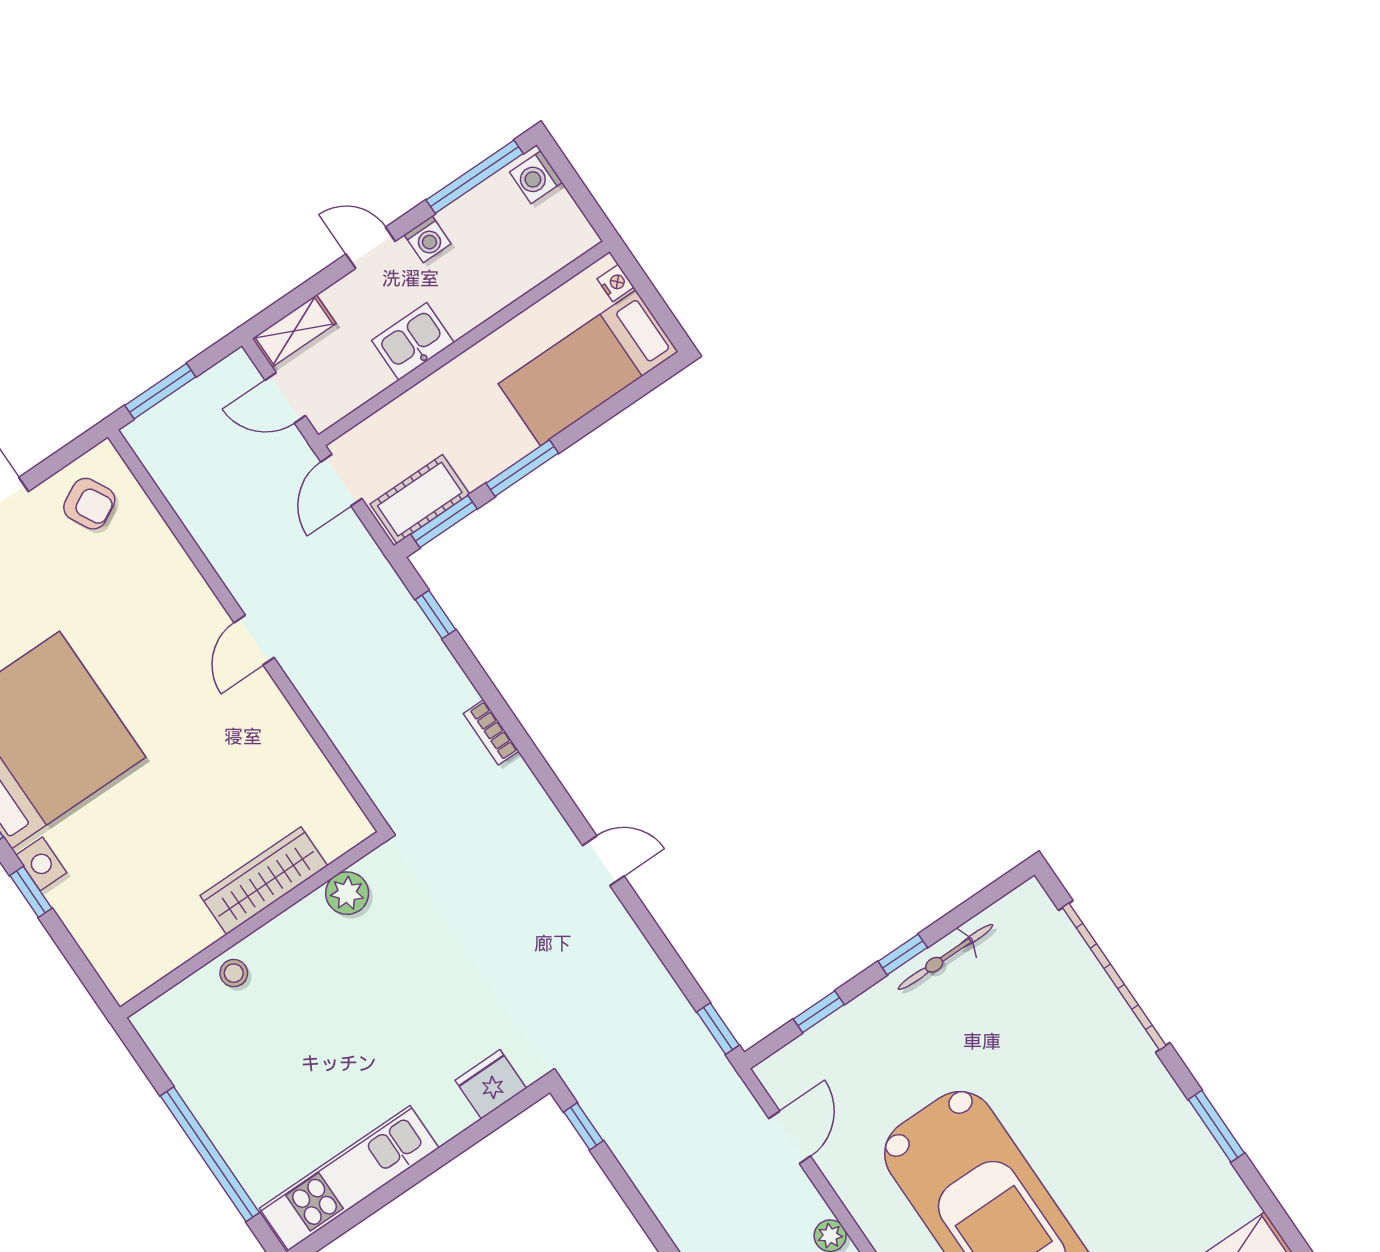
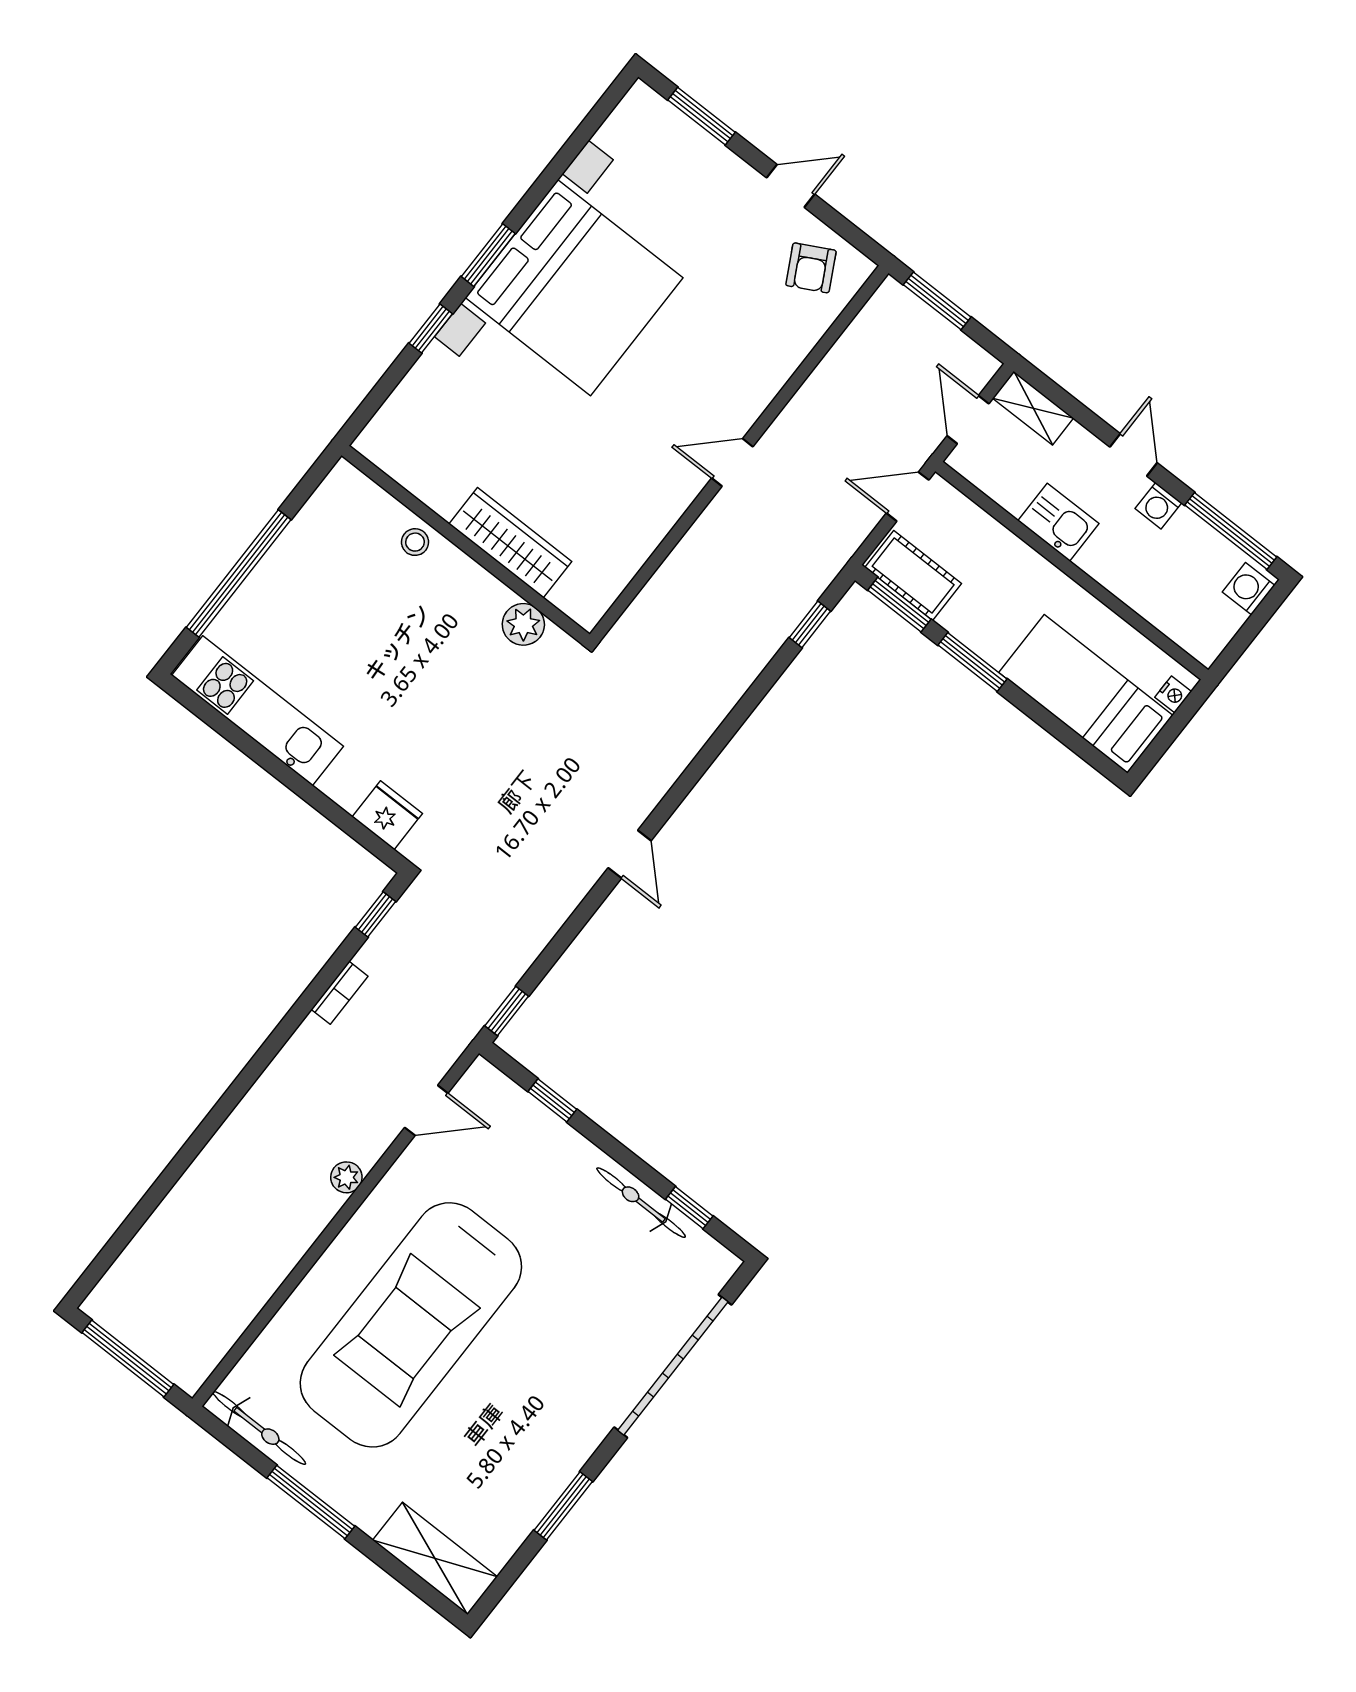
bookcase: (491, 732) -> (340, 993), moved, turned 180
window: (903, 954) -> (689, 1208), moved

